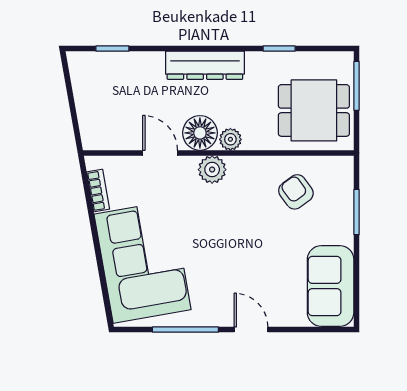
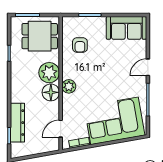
dresser: (205, 65) -> (17, 123), moved
dining table: (314, 110) -> (40, 36), turned 90
plant: (230, 139) -> (49, 73), width x1.88, depth x1.88
door: (160, 153) -> (61, 129), moved
armchair: (296, 192) -> (80, 45), turned -54

